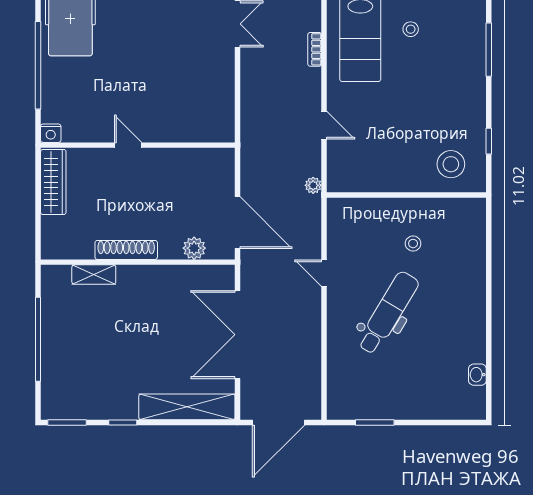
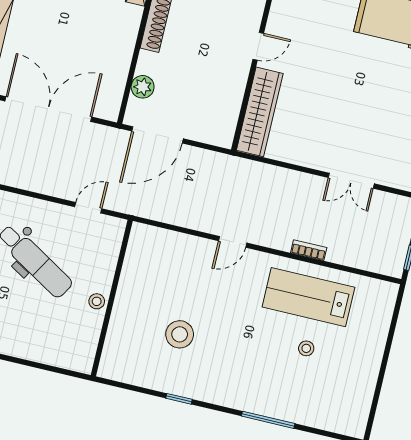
wardrobe: (192, 129) -> (260, 112), added
stool: (451, 164) -> (180, 334), moved
plant: (313, 185) -> (176, 217), removed
wall: (406, 195) -> (112, 298), moved

